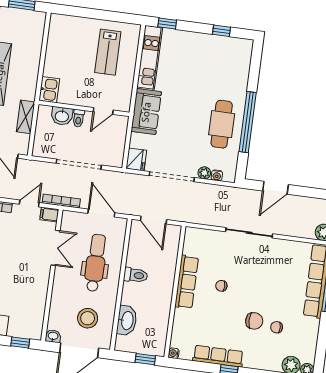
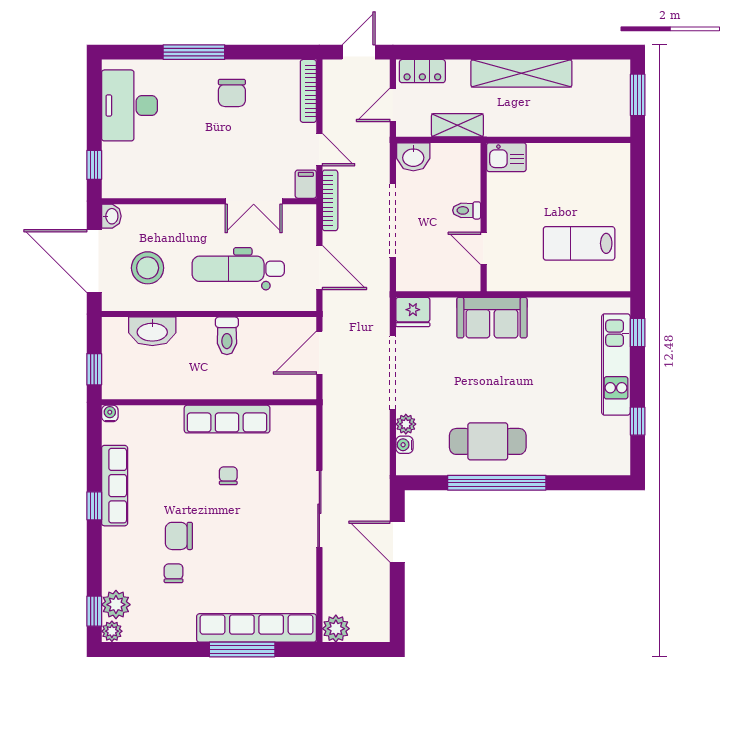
kitchen unit: (150, 57) -> (616, 365), moved, turned 90
washbasin: (62, 116) -> (413, 157), moved, turned -90
door: (101, 213) -> (319, 268), hinge flipped
dental chair: (96, 263) -> (238, 269), turned 180
chair: (254, 321) -> (179, 536), turned 90

